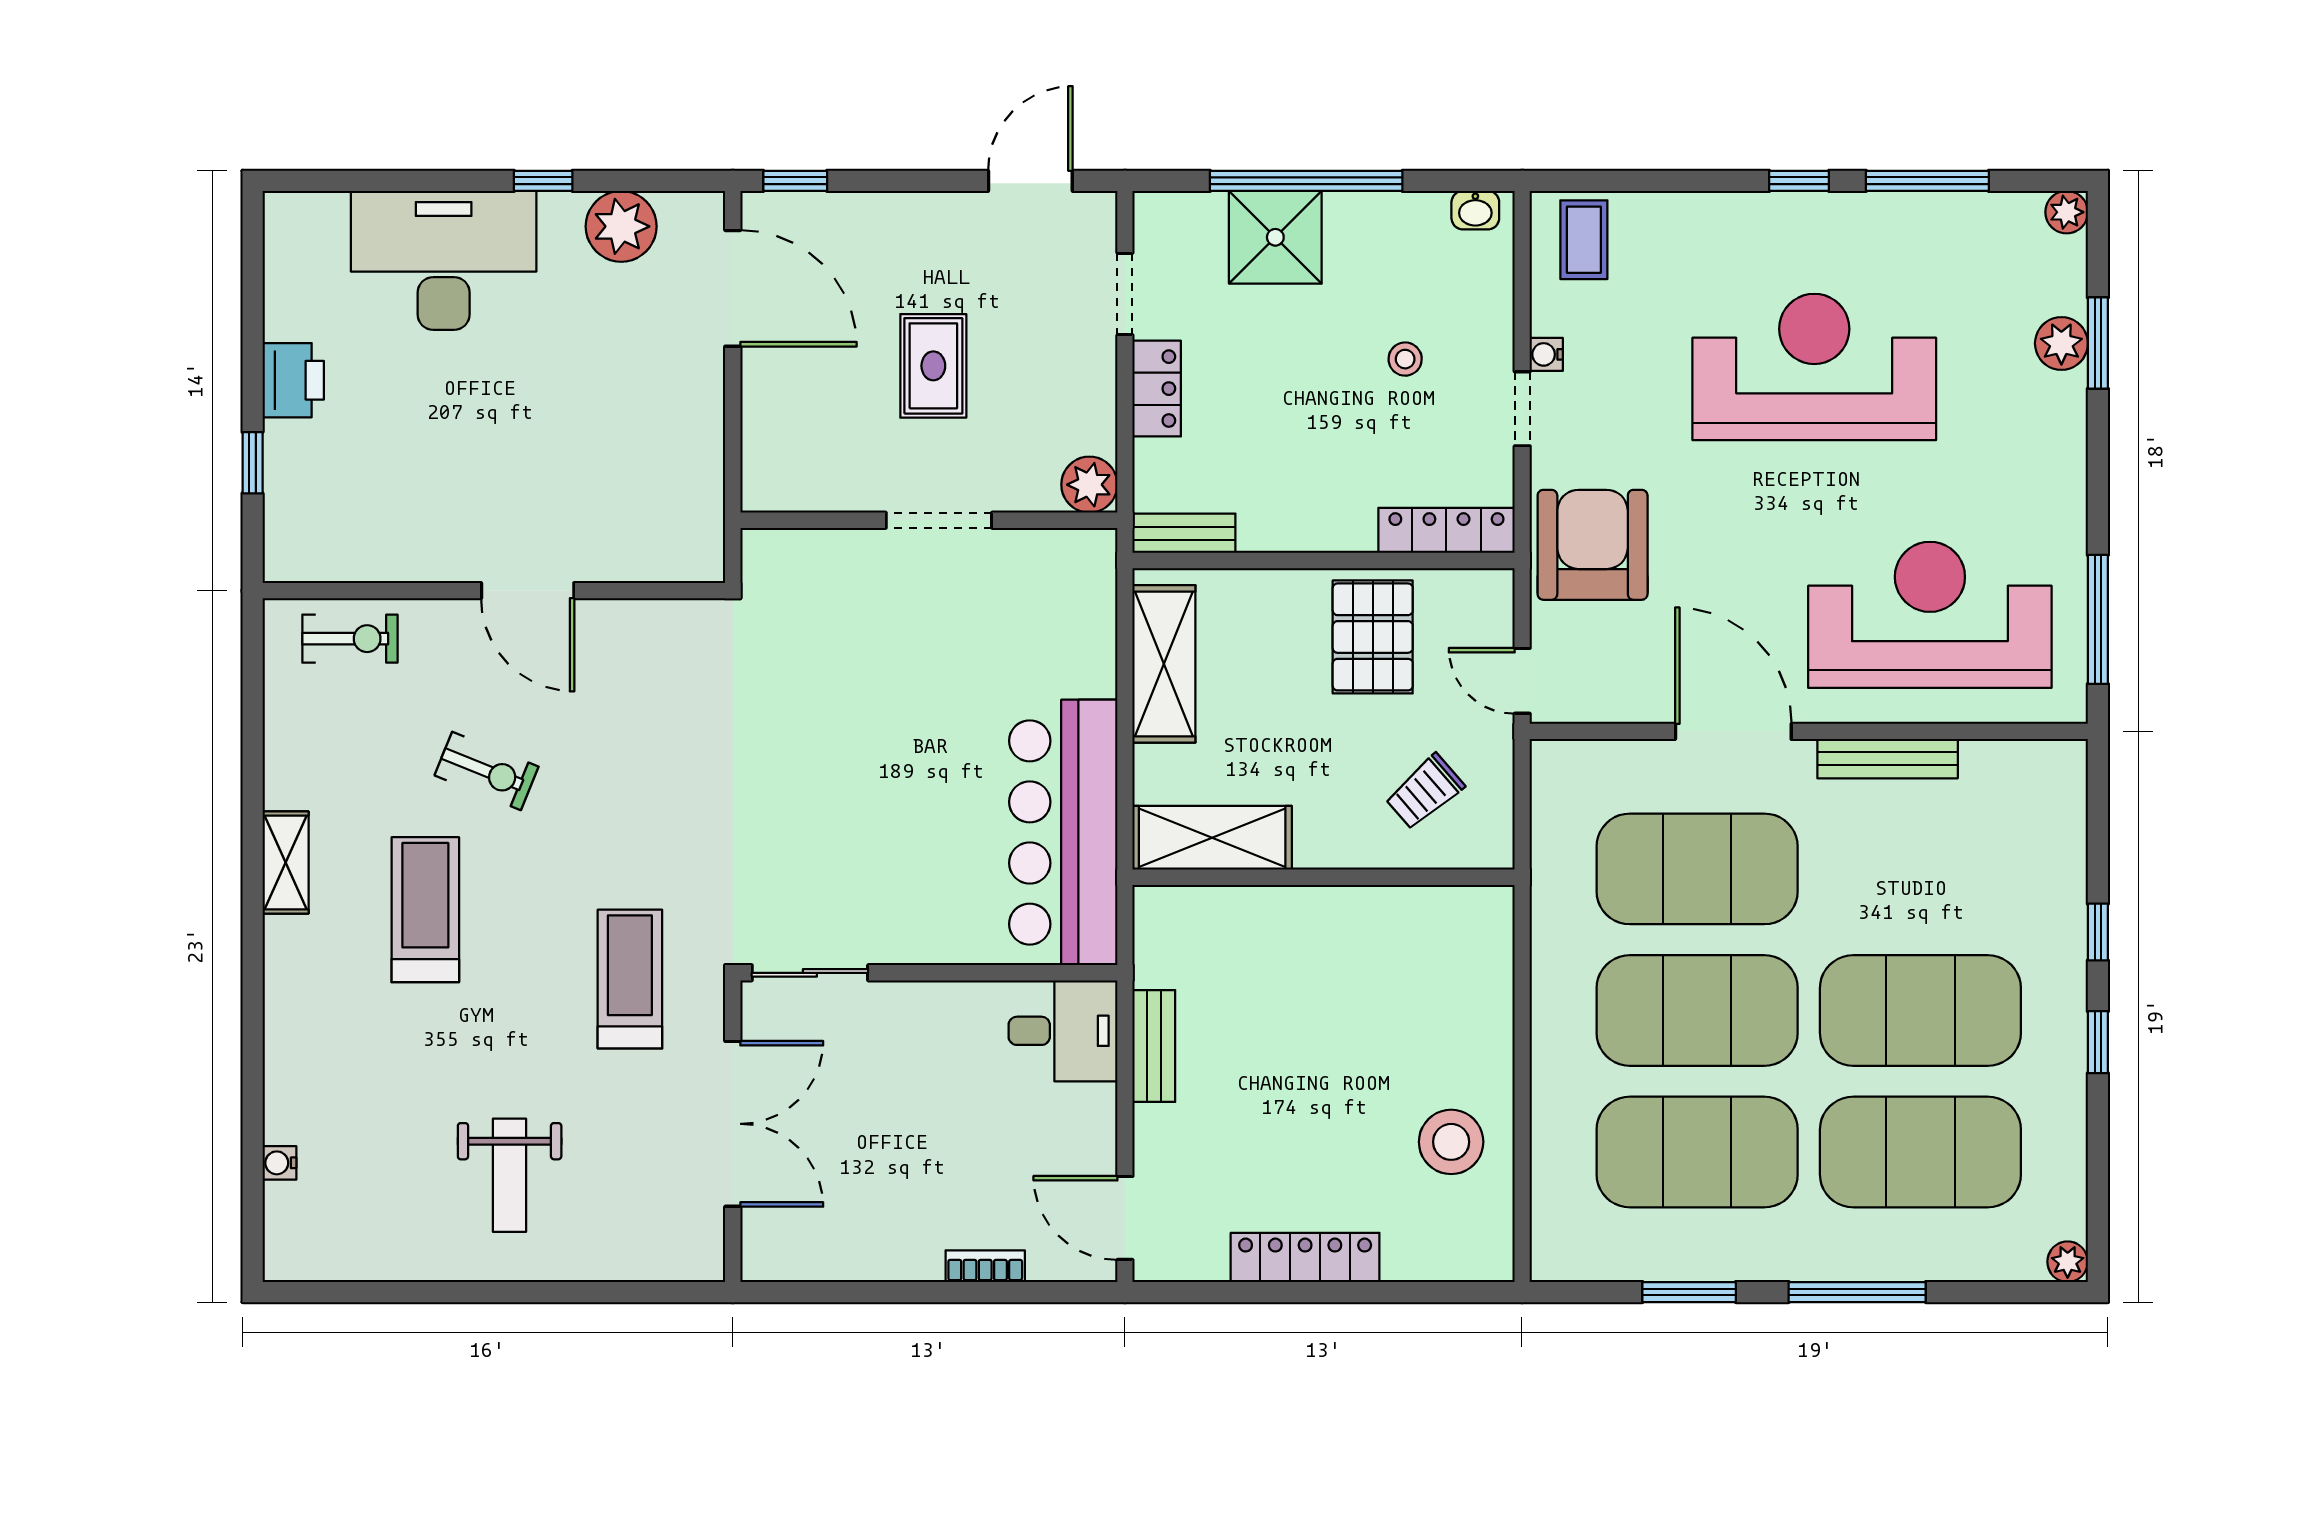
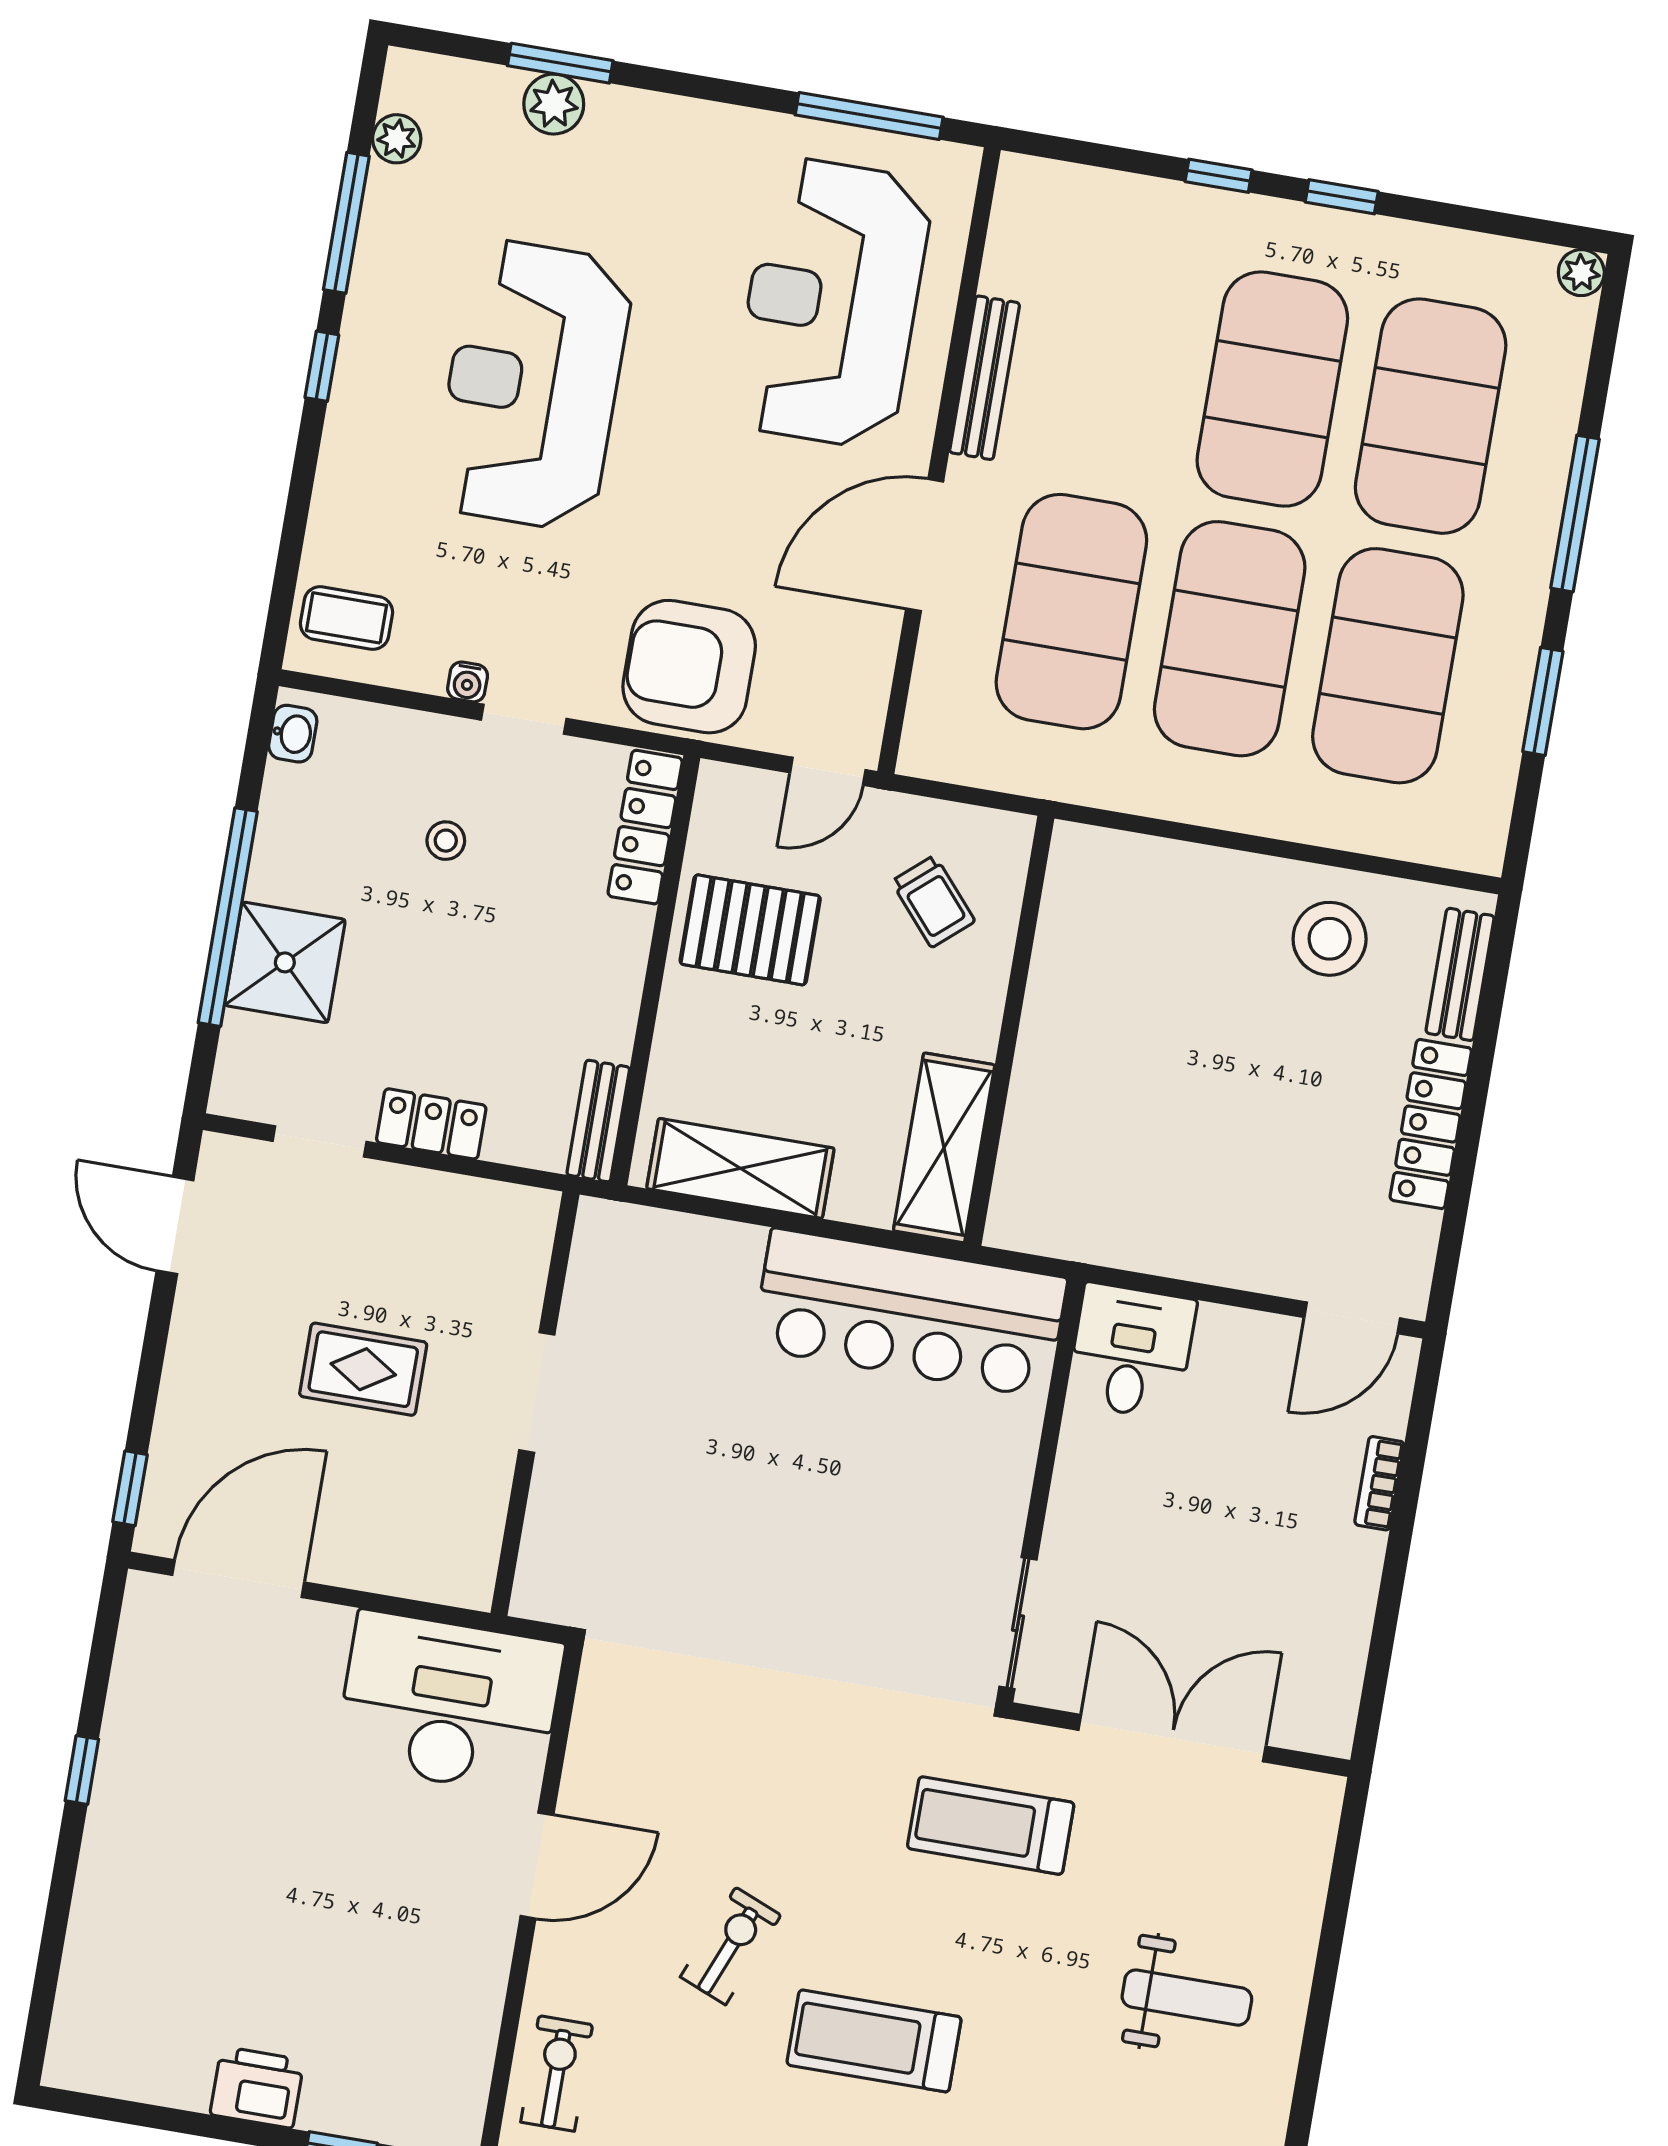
plant: (2067, 212) -> (397, 139), moved
plant: (621, 226) -> (148, 1691), removed
desk: (444, 260) -> (449, 1703), moved, turned 90
plant: (1089, 485) -> (526, 1218), removed
bench: (1154, 1046) -> (1460, 974), moved, turned 90

